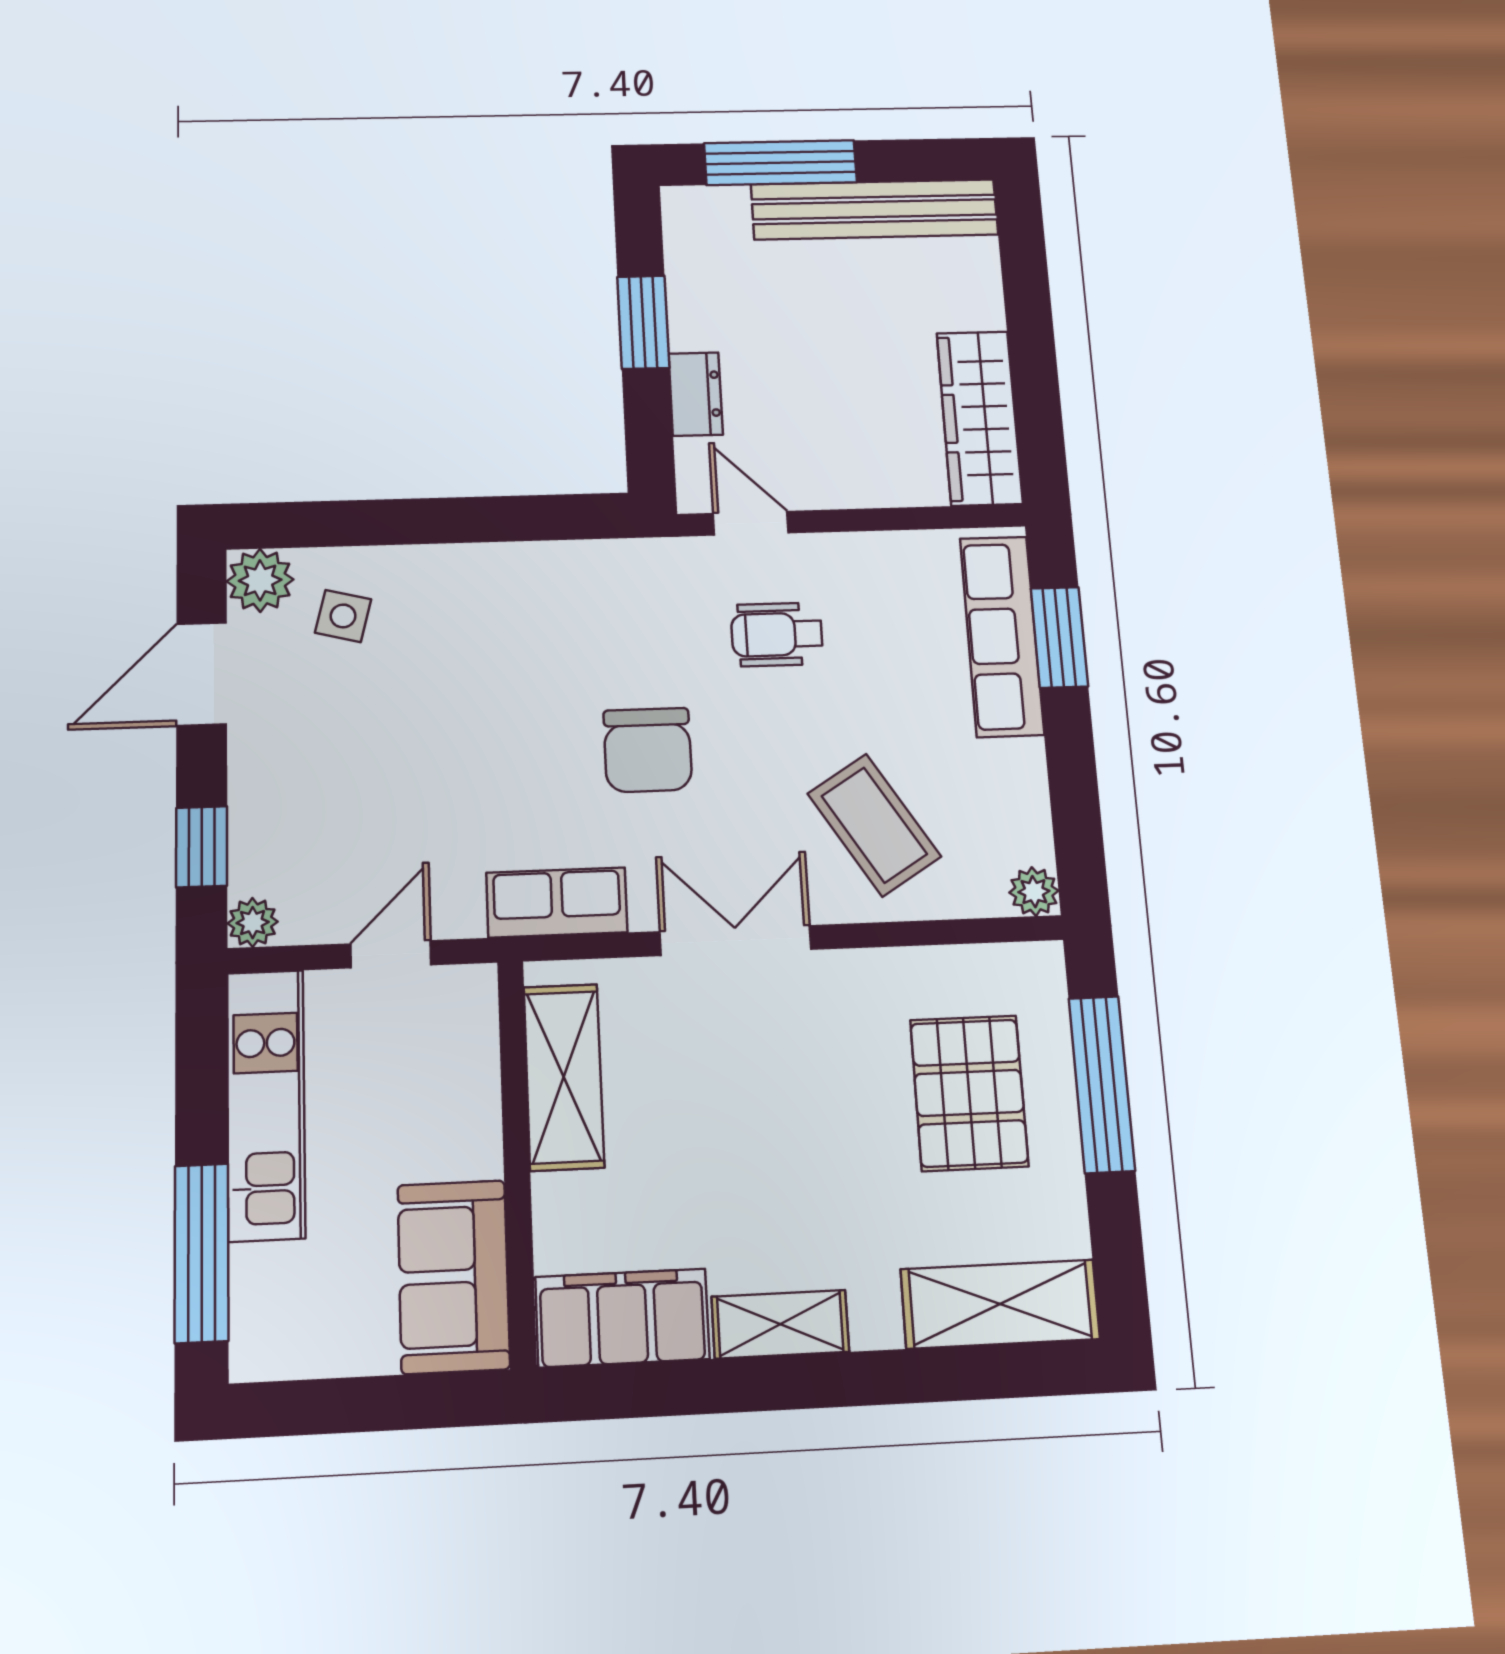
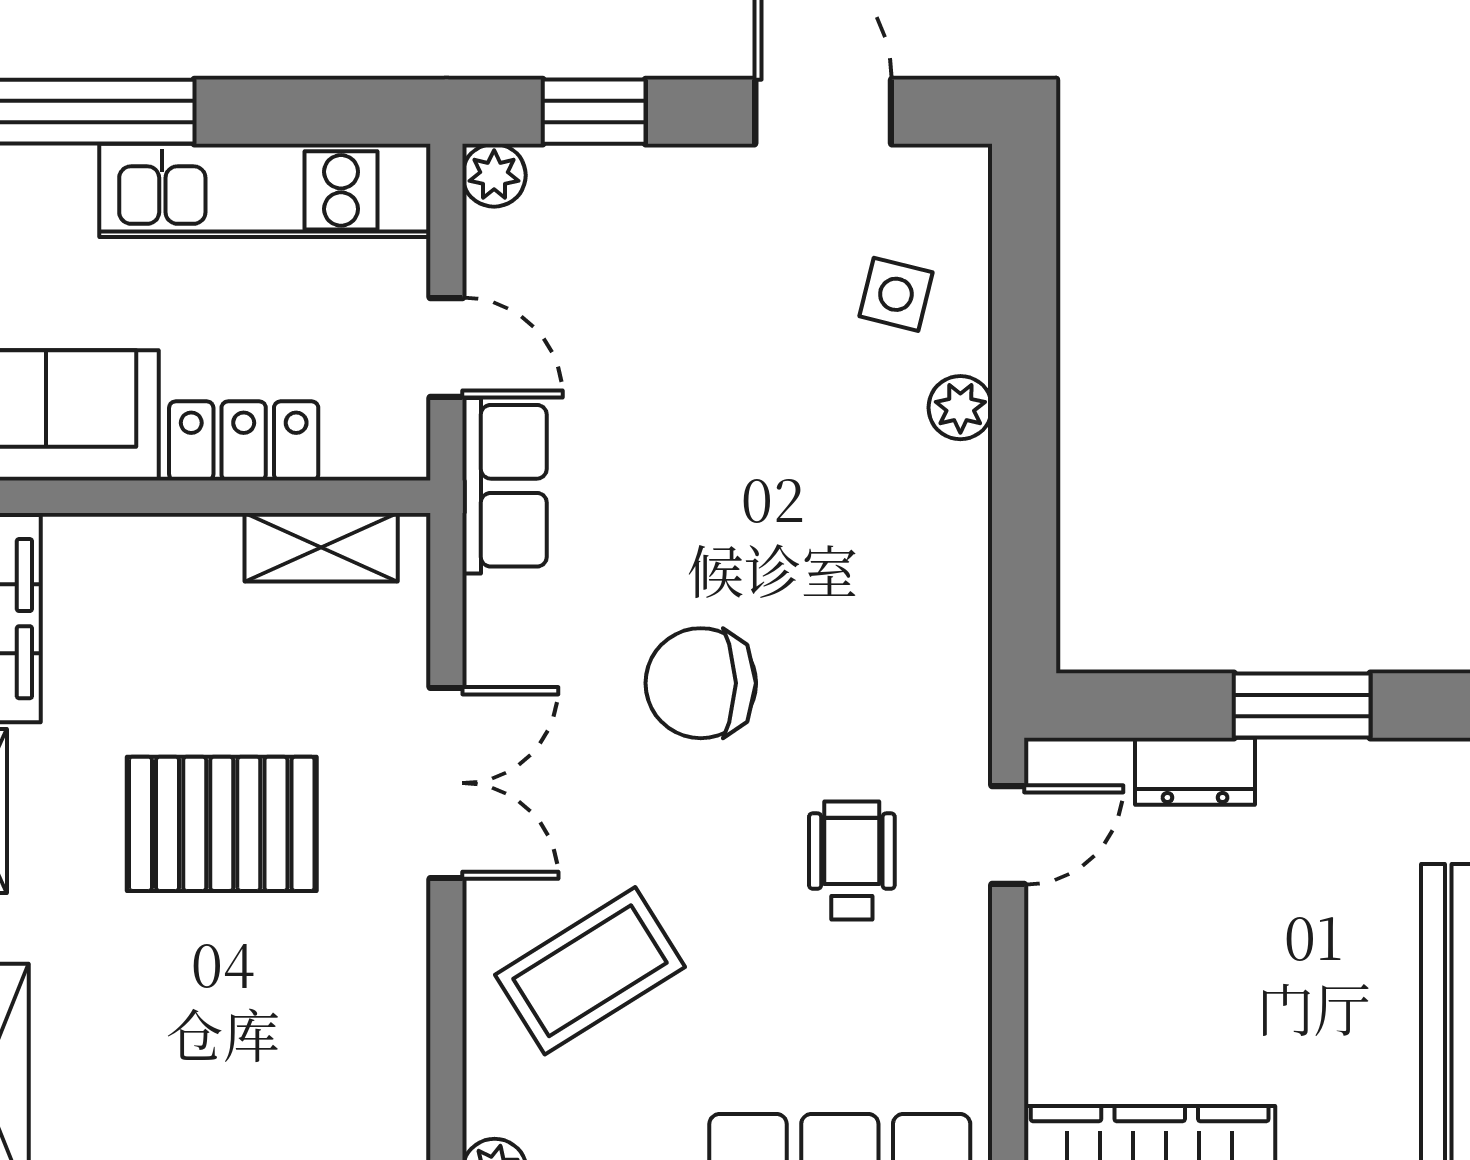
plant: (260, 580) -> (960, 408), moved, width x0.73, depth x0.73
row of seats: (557, 902) -> (505, 486), moved
shelving: (564, 1077) -> (321, 547), width x0.67, depth x0.75
pallet: (969, 1093) -> (222, 824), moved
locker: (470, 1113) -> (244, 441), added

